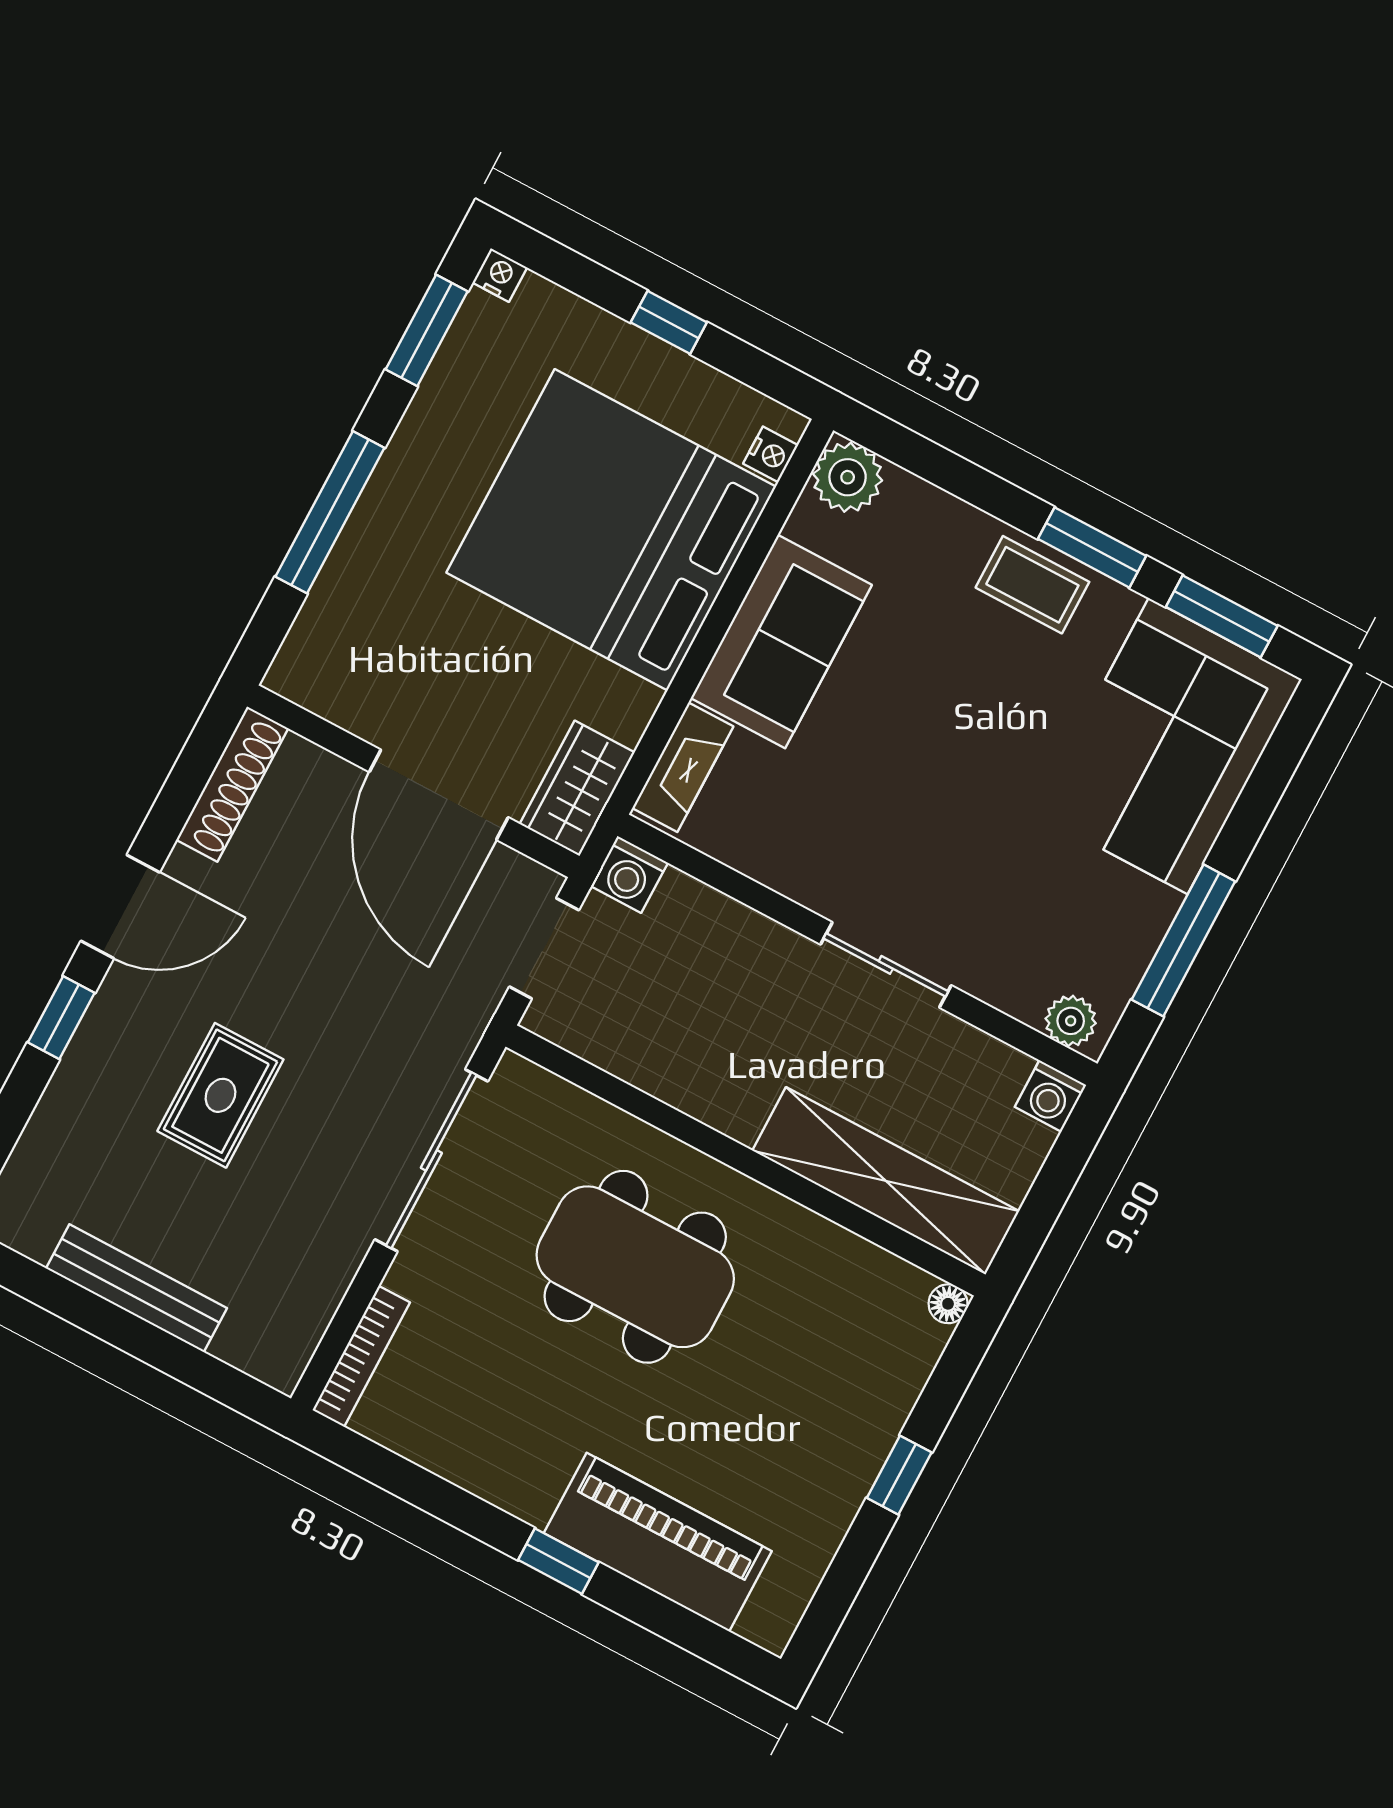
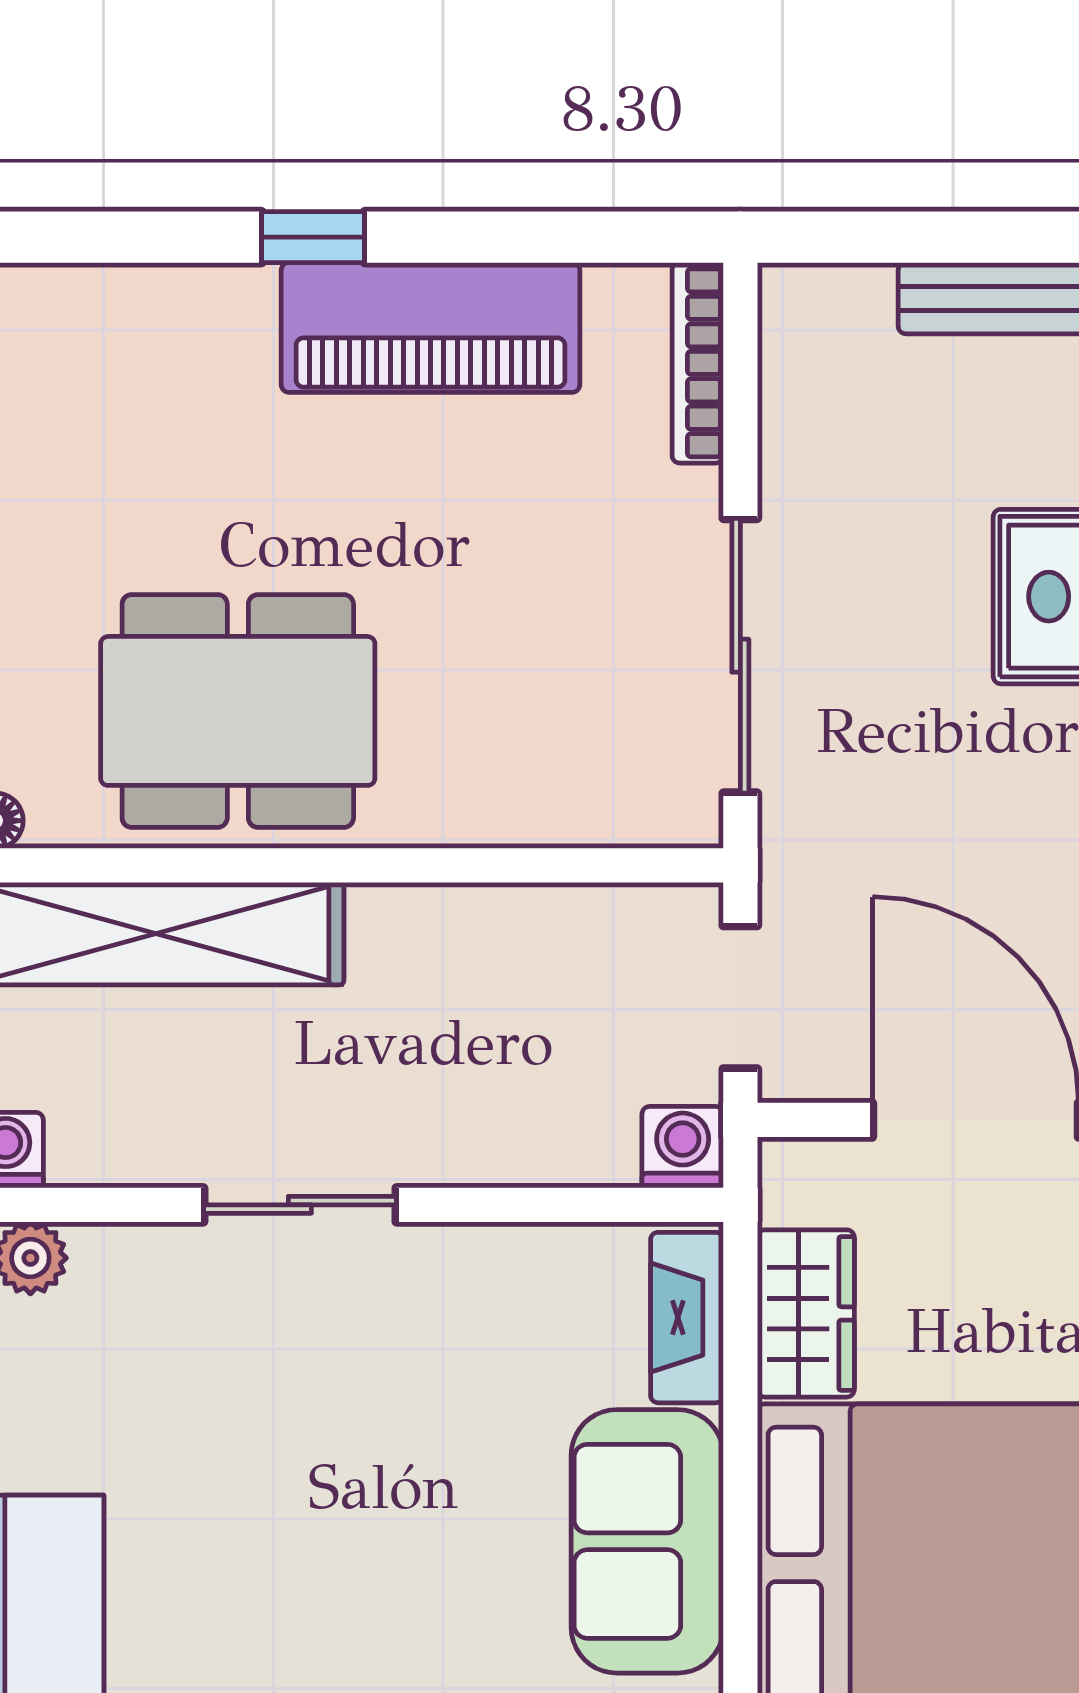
wardrobe: (577, 788) -> (806, 1313), moved
dining table: (635, 1267) -> (238, 711), moved
piano: (658, 1542) -> (431, 327), moved

